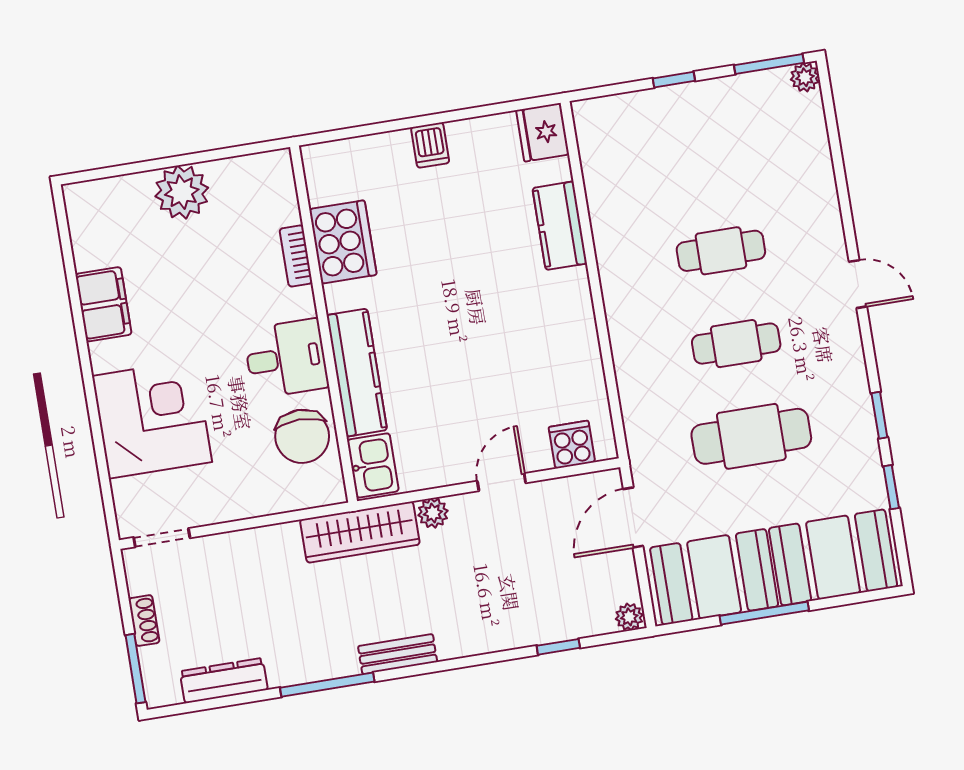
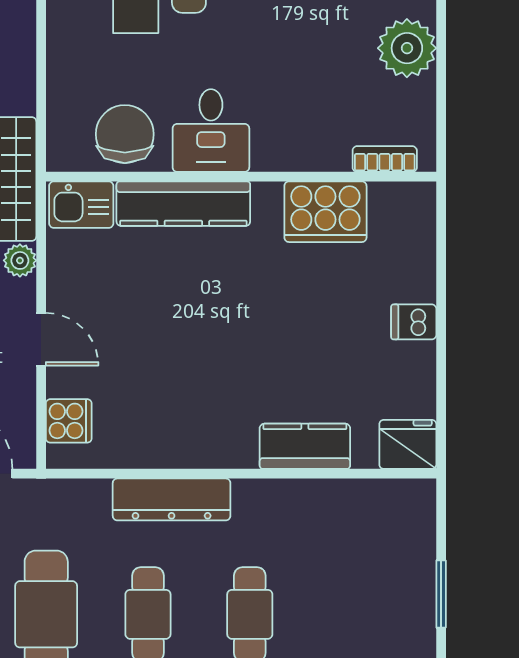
window: (674, 80) -> (441, 594), width x1.50
bookcase: (296, 256) -> (385, 159), moved
dresser: (628, 339) -> (172, 499), added
chair: (302, 436) -> (125, 134), turned 90

